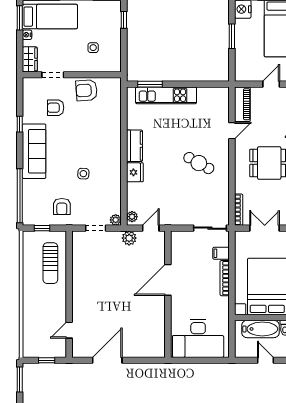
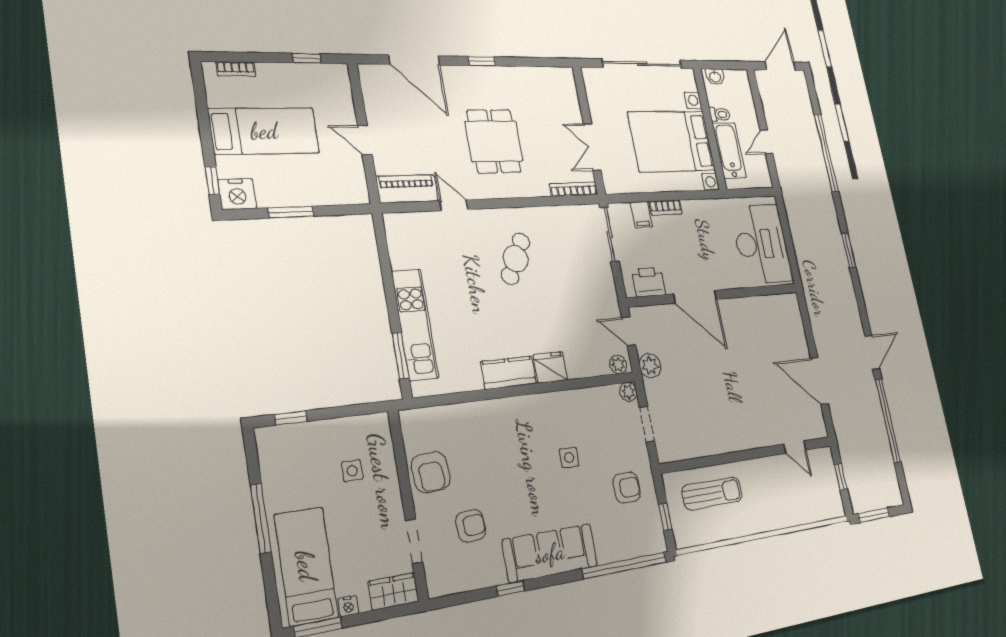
armchair: (56, 108) -> (471, 526), turned -93
printer: (179, 249) -> (649, 282), added
bookcase: (225, 278) -> (666, 208), width x0.64

